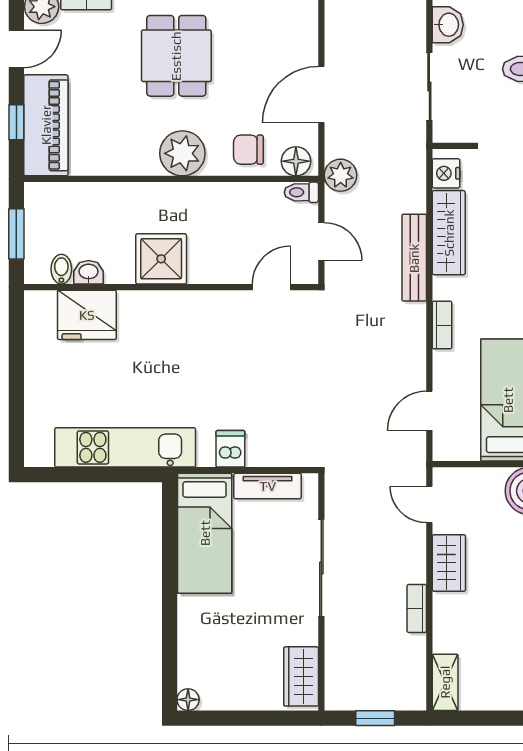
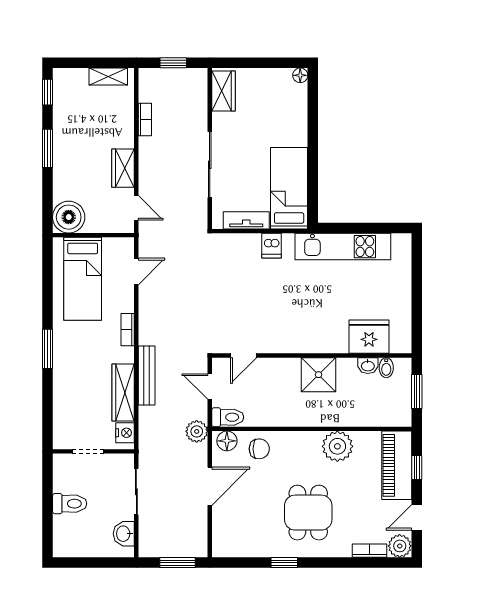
plant: (182, 153) -> (337, 446), moved
toilet: (301, 192) -> (228, 417), width x1.37, depth x1.39
bookcase: (417, 608) -> (145, 120), moved
shelving: (445, 682) -> (108, 76), moved, turned 90

